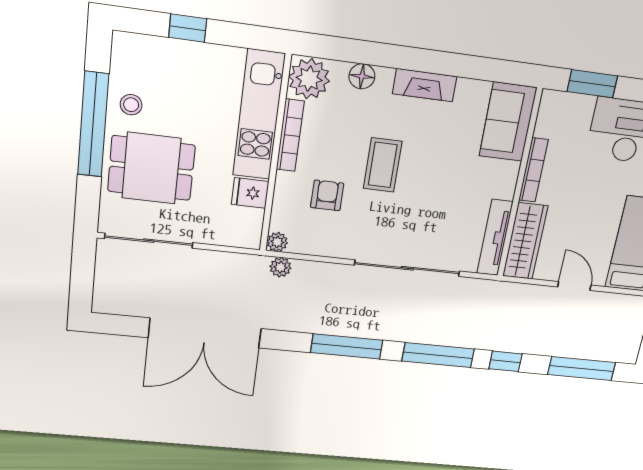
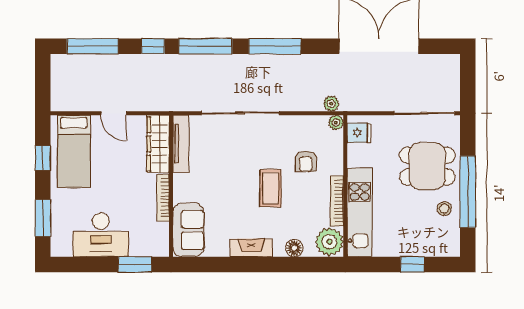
fridge: (250, 193) -> (359, 133), moved

